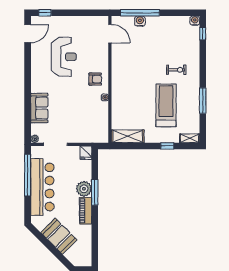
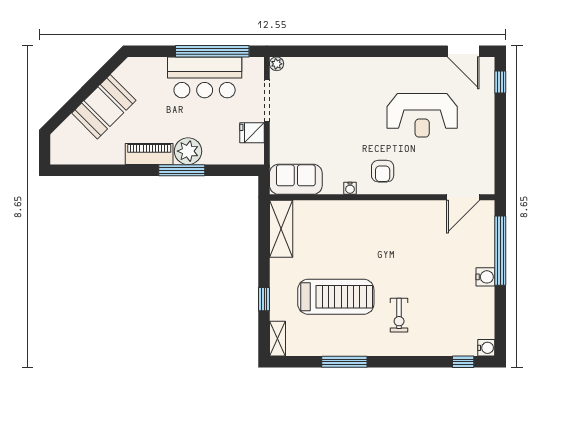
water cooler: (140, 21) -> (485, 277), moved
sofa: (39, 108) -> (296, 179), moved, turned 180
fridge: (86, 153) -> (252, 133), moved
bar counter: (42, 187) -> (205, 77), width x0.73

